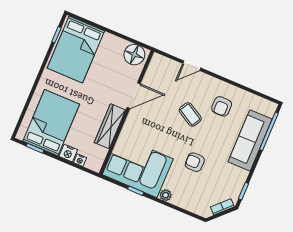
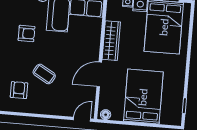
bed: (76, 49) -> (143, 97), moved
floor lamp: (134, 55) -> (106, 115), width x0.53, depth x0.53
door: (192, 66) -> (82, 119), moved

